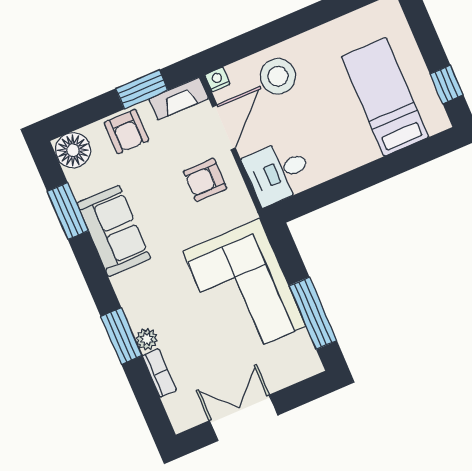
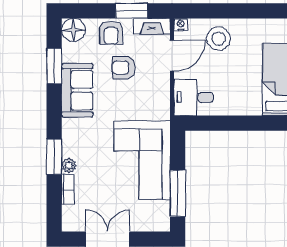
armchair: (205, 180) -> (124, 67), moved

